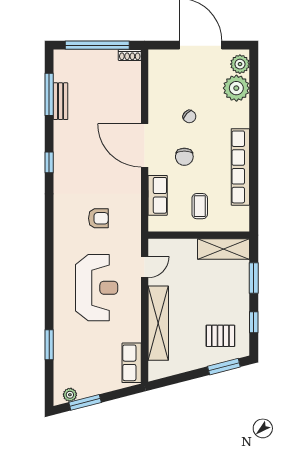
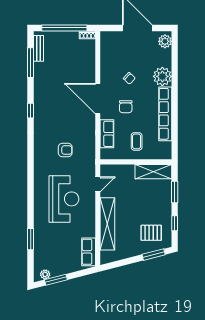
plant: (236, 88) -> (162, 76), moved
bench: (61, 101) -> (39, 48), moved

